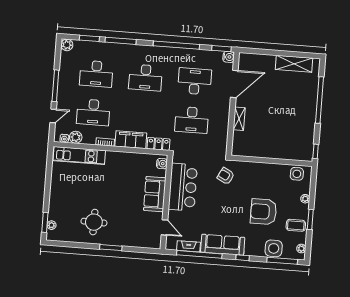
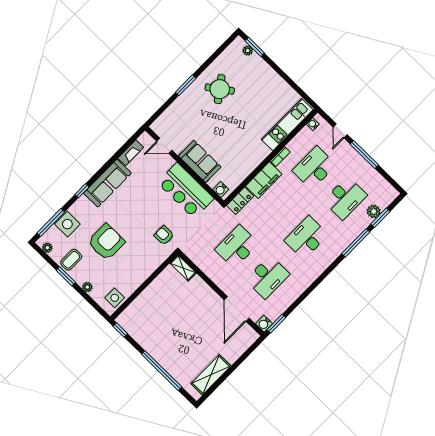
plant: (67, 45) -> (374, 211), moved
window: (176, 45) -> (312, 287), removed
desk: (96, 74) -> (345, 198), turned 180
shelving: (239, 119) -> (183, 268), moved
plant: (76, 137) -> (306, 135), removed
armchair: (226, 176) -> (164, 235), turned -117
round table: (94, 222) -> (220, 89), turned -37
window: (199, 254) -> (116, 156), removed

